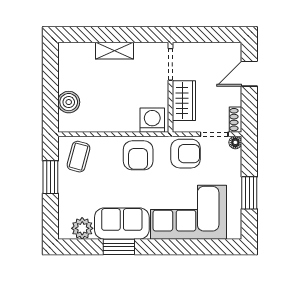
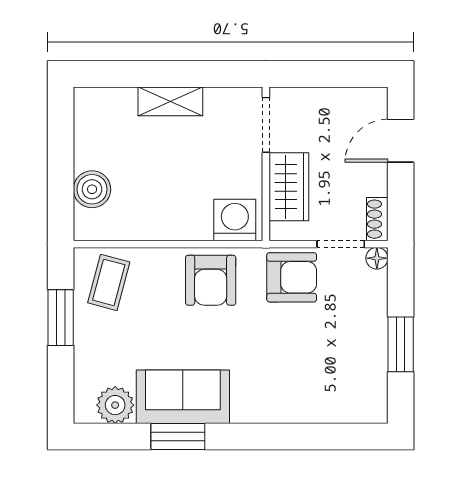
corner sofa: (188, 212) -> (297, 377), removed

